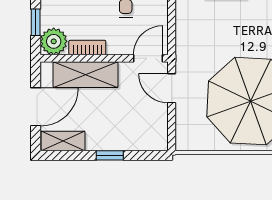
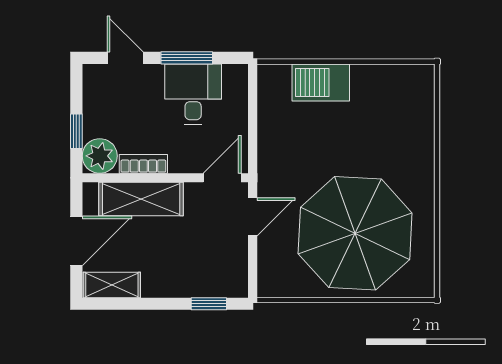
door: (172, 88) -> (253, 217), swing flipped
window: (110, 155) -> (209, 304), moved

